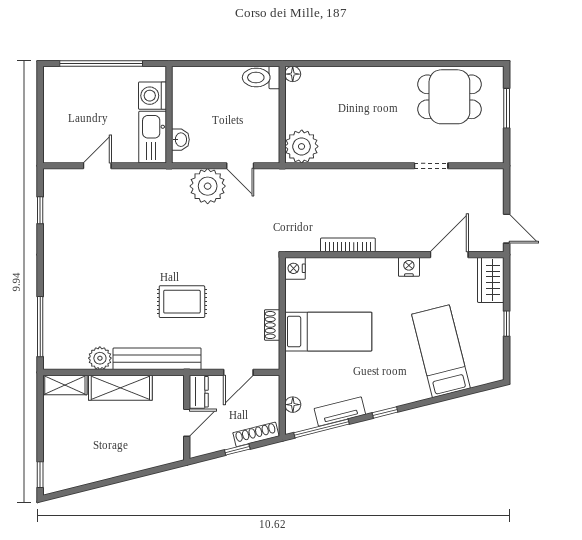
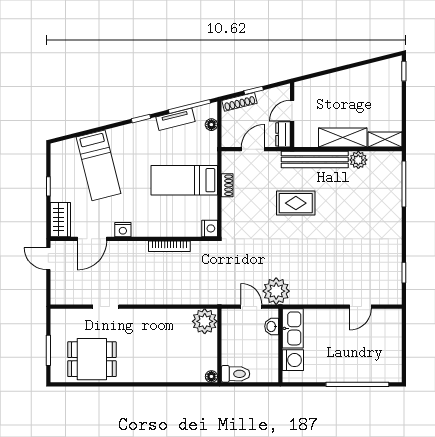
washing machine: (152, 96) -> (293, 360), moved
wall: (169, 115) -> (280, 346), moved
kitchen sink: (153, 137) -> (293, 328), moved
washbasin: (180, 140) -> (272, 326), moved

